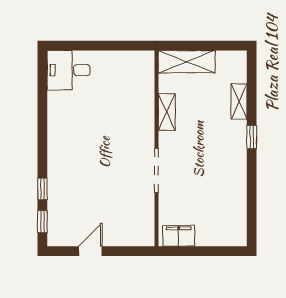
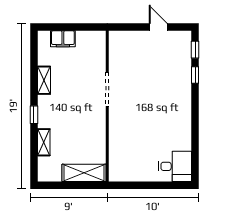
shelving: (167, 112) -> (44, 80), moved
filing cabinet: (179, 236) -> (63, 39), moved
door: (90, 251) -> (158, 27), swing flipped

